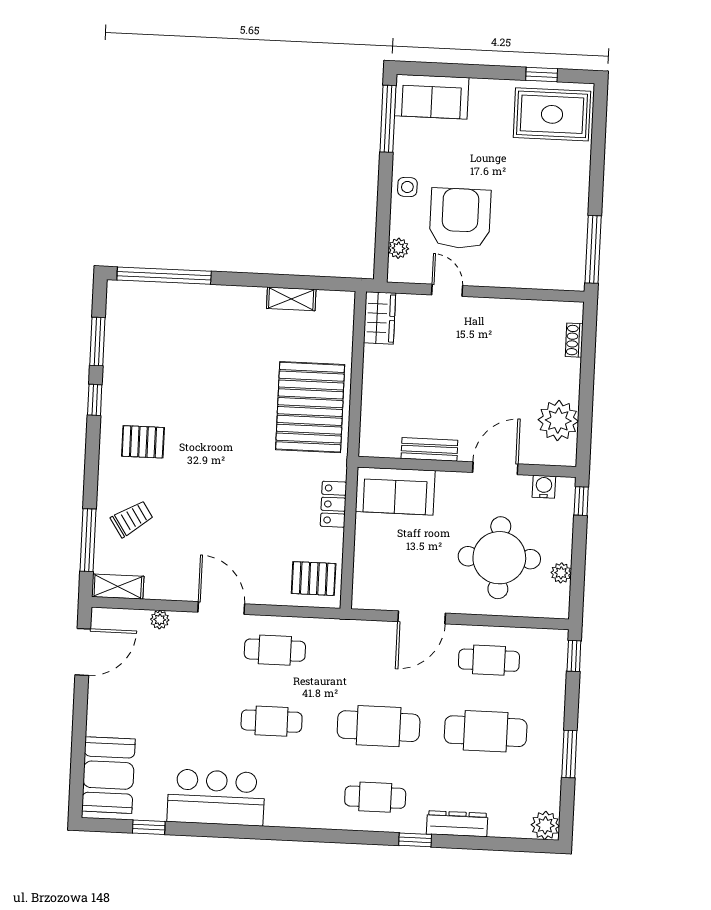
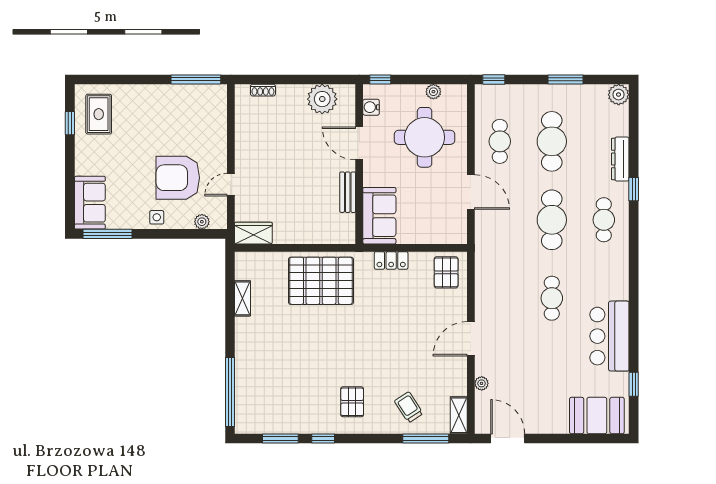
rug: (552, 114) -> (99, 114), width x0.73, depth x0.70
cafe table: (275, 650) -> (500, 298), removed

